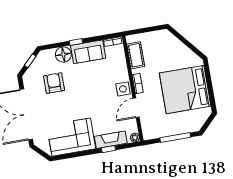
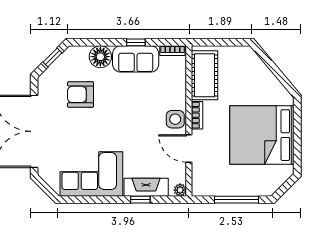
window: (76, 42) -> (136, 42), moved
cot: (136, 55) -> (204, 75), width x1.37, depth x1.34
armchair: (54, 83) -> (81, 94), turned -90
door: (136, 108) -> (189, 149), hinge flipped

